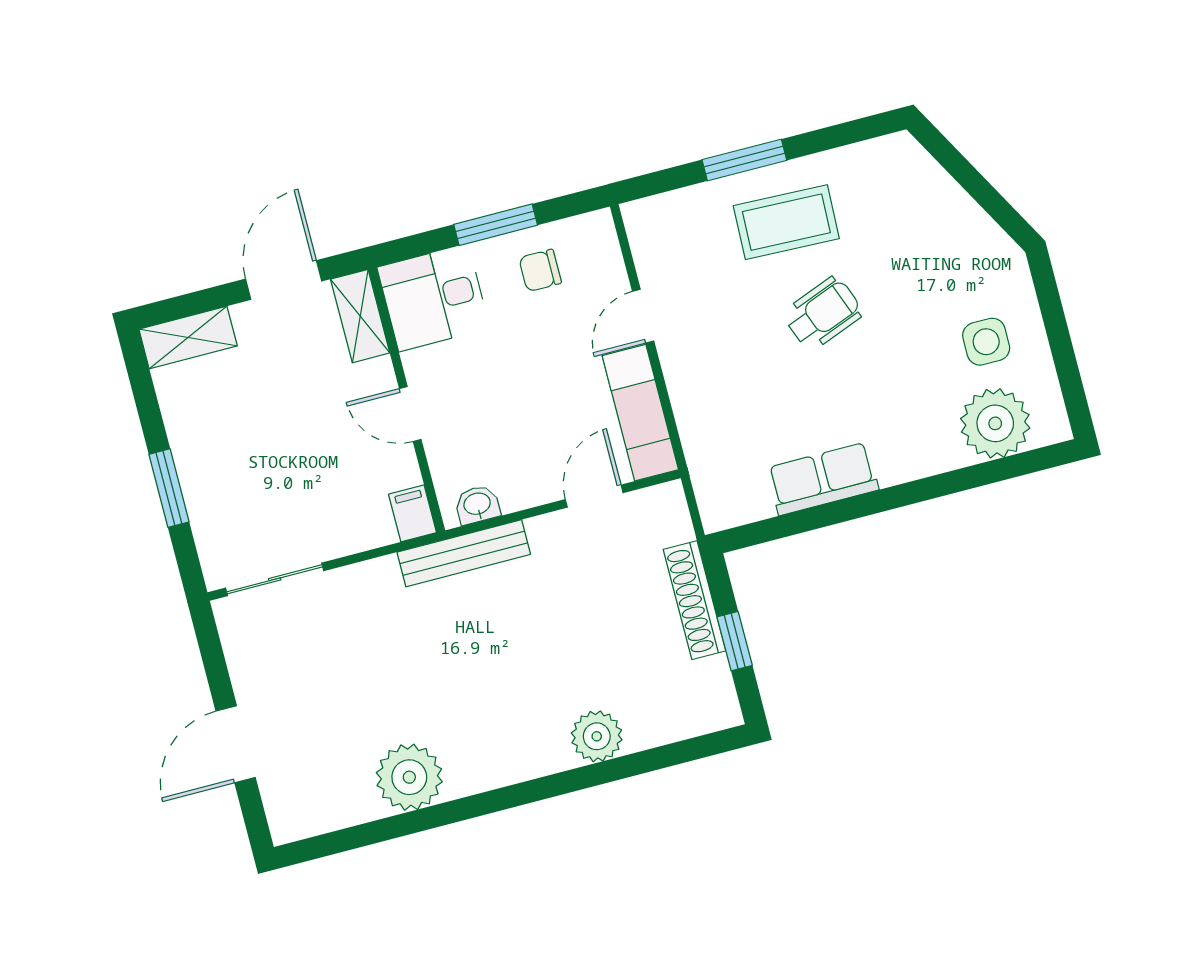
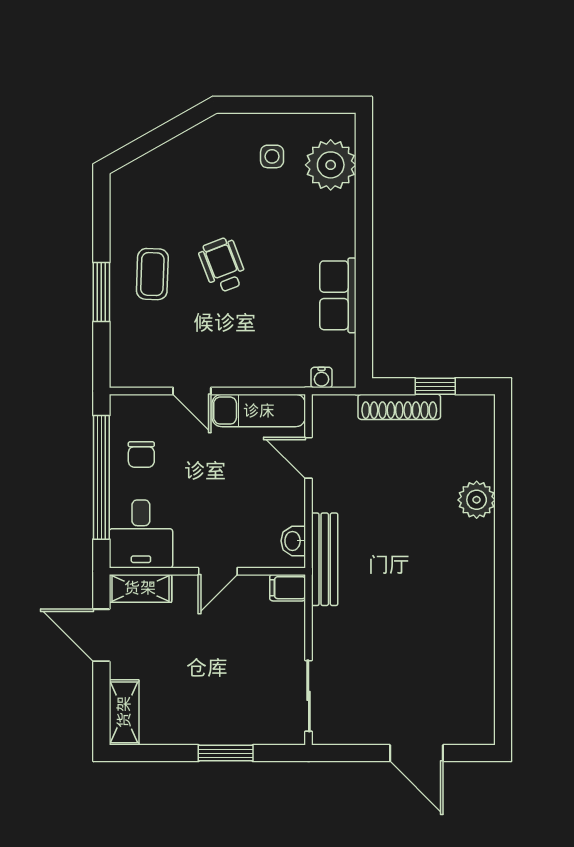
coffee table: (786, 222) -> (152, 274), width x0.73, depth x0.77
window: (496, 225) -> (101, 477), width x2.11
side table: (986, 342) -> (272, 156), width x0.73, depth x0.73
water cooler: (707, 485) -> (322, 378), added
plant: (409, 777) -> (471, 638), removed

